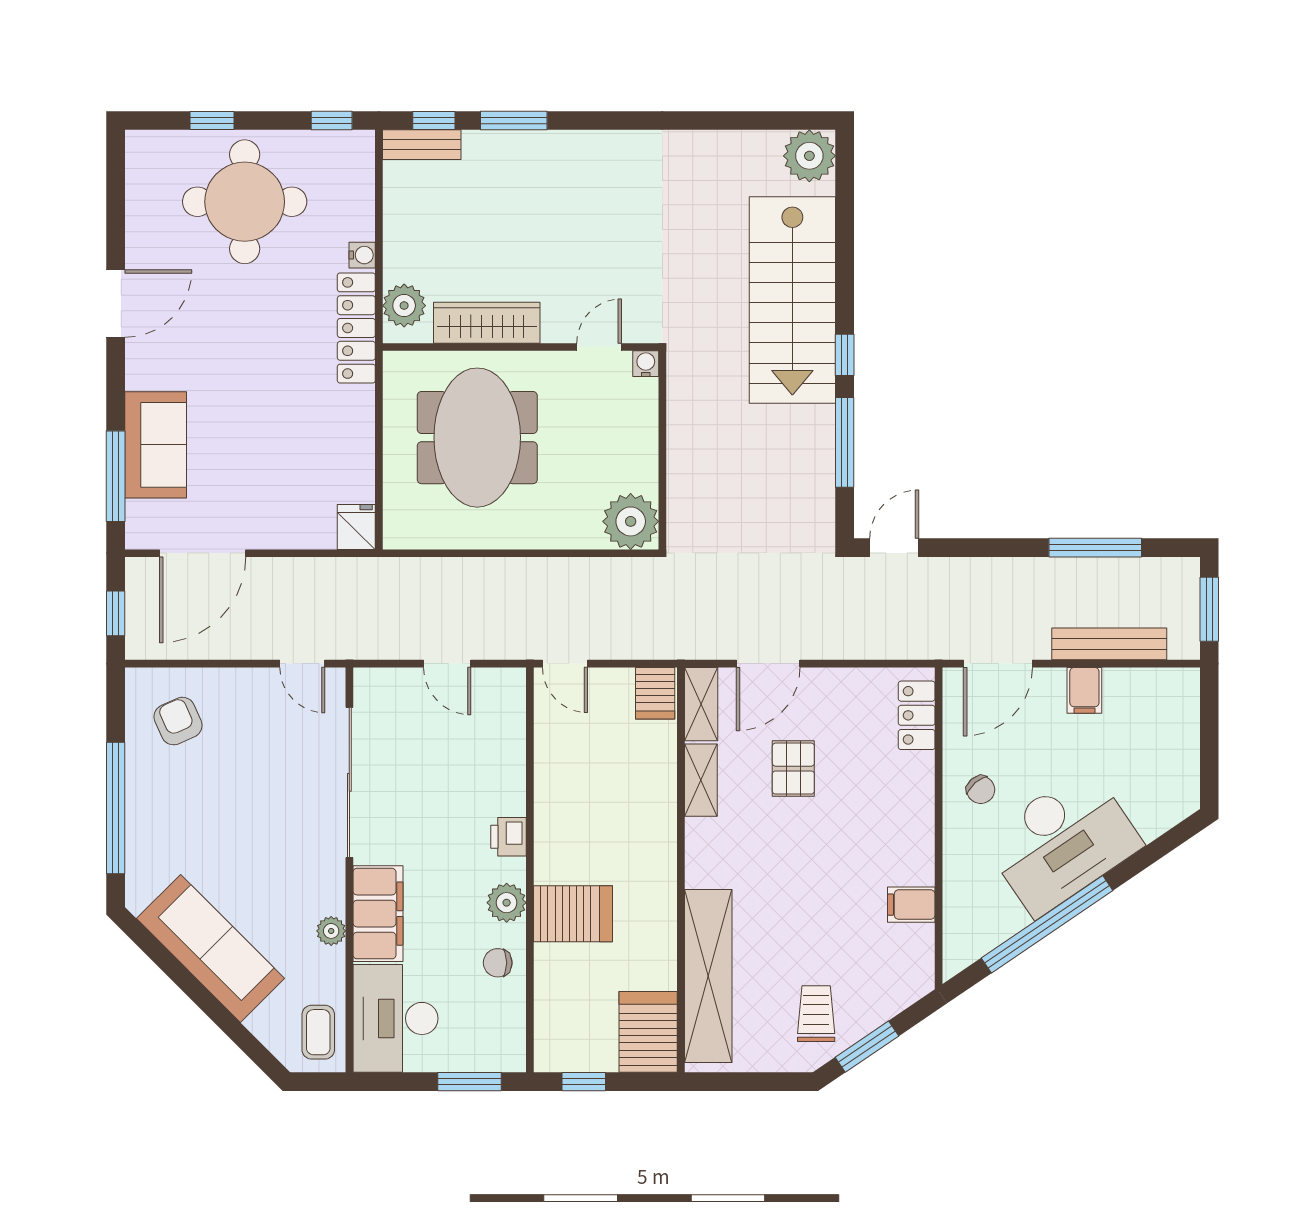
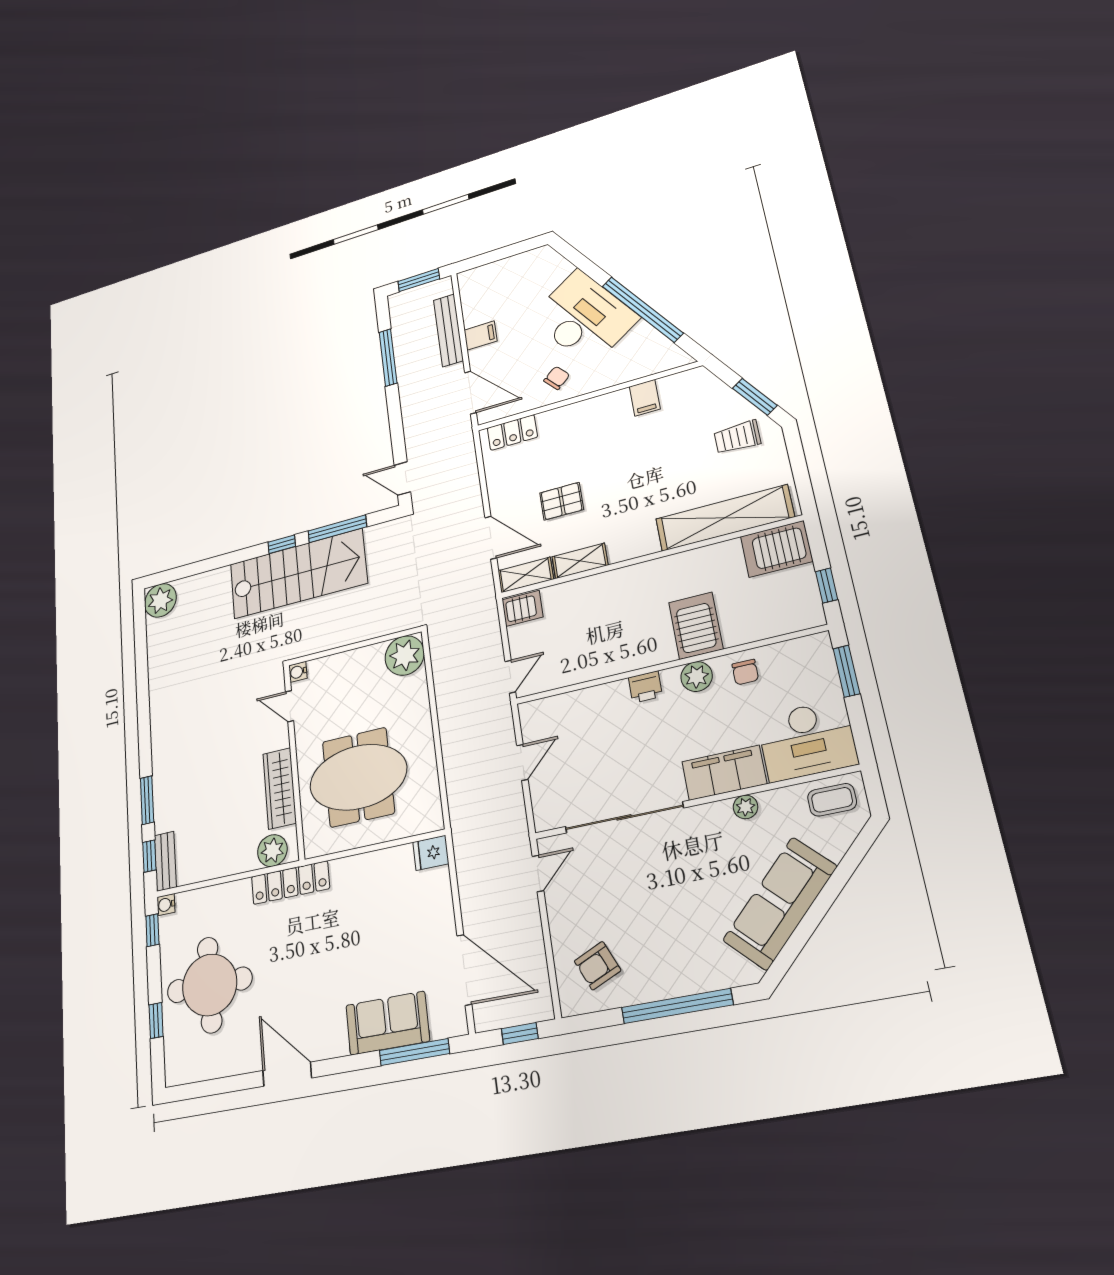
water cooler: (362, 255) -> (166, 905), moved, turned -90
stairs: (792, 300) -> (298, 574), moved

